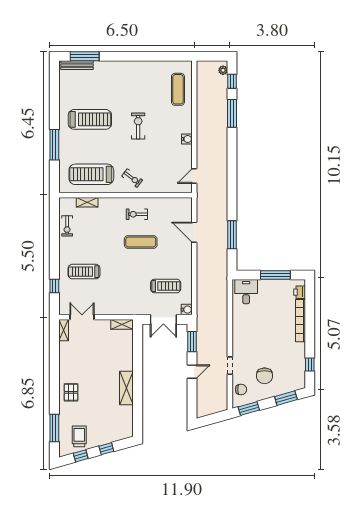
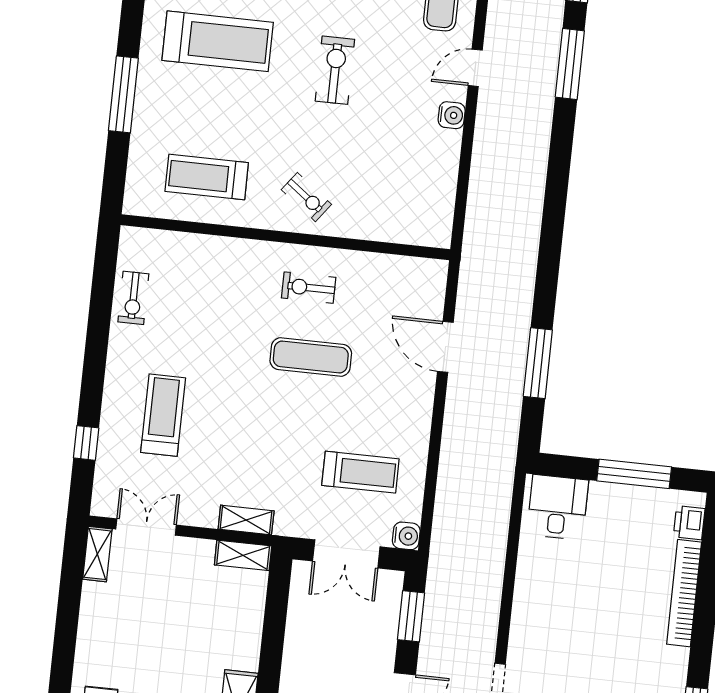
treadmill: (91, 174) -> (207, 177), width x0.73, depth x0.73
door: (194, 176) -> (475, 68), moved
shelving: (87, 202) -> (246, 520), moved
treadmill: (84, 272) -> (163, 415), turned 90

